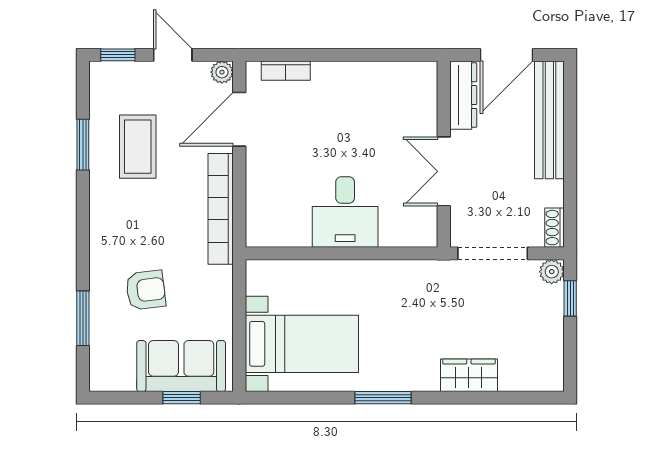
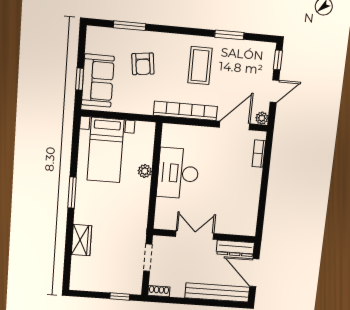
door: (239, 119) -> (235, 126), hinge flipped
coffee table: (138, 147) -> (200, 66), moved, turned 90
desk: (345, 212) -> (178, 173), width x1.37
doorway: (493, 253) -> (148, 258), width x0.73
plant: (552, 272) -> (145, 171), moved

